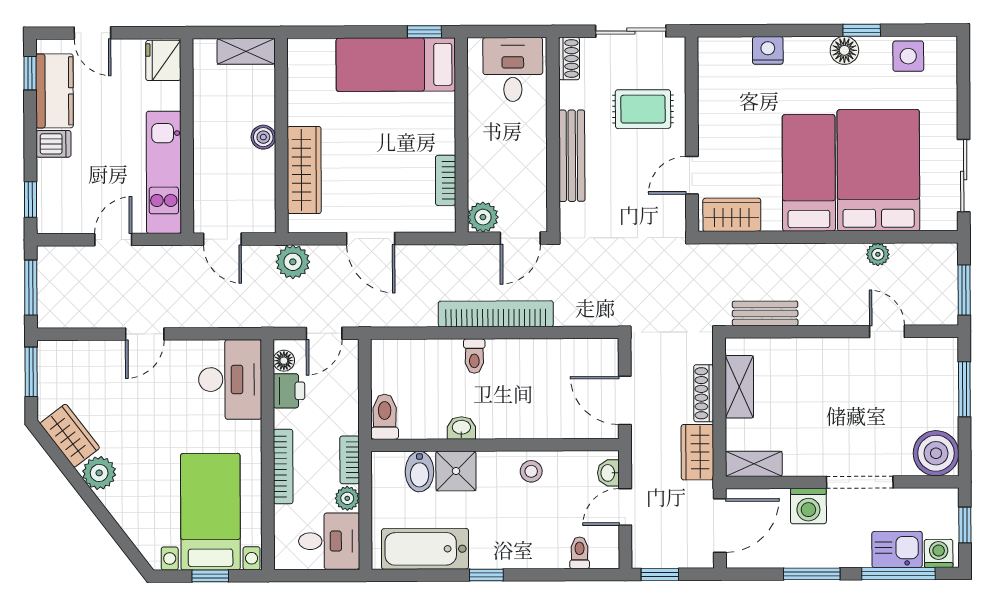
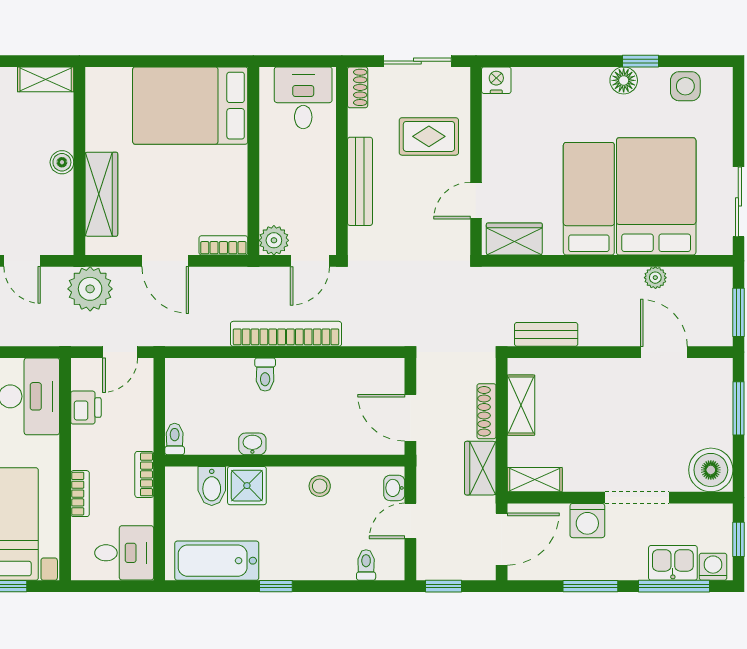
window: (424, 32) -> (218, 61), removed
nightstand: (768, 50) -> (496, 80), moved
bed: (396, 65) -> (190, 106), width x1.50
bookcase: (446, 180) -> (223, 245), moved, turned 90
plant: (293, 262) -> (90, 289), width x1.36, depth x1.36
door: (887, 331) -> (664, 352), width x1.37
floor lamp: (284, 361) -> (81, 378), removed
toilet: (385, 417) -> (175, 439), width x0.73, depth x0.72
bookcase: (283, 467) -> (80, 494), width x0.64
plant: (347, 498) -> (142, 512), removed

